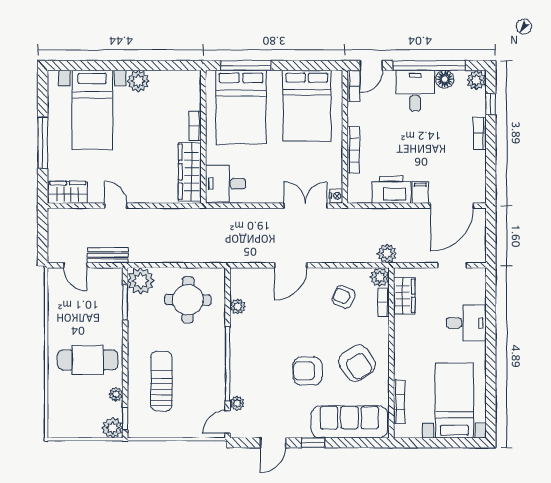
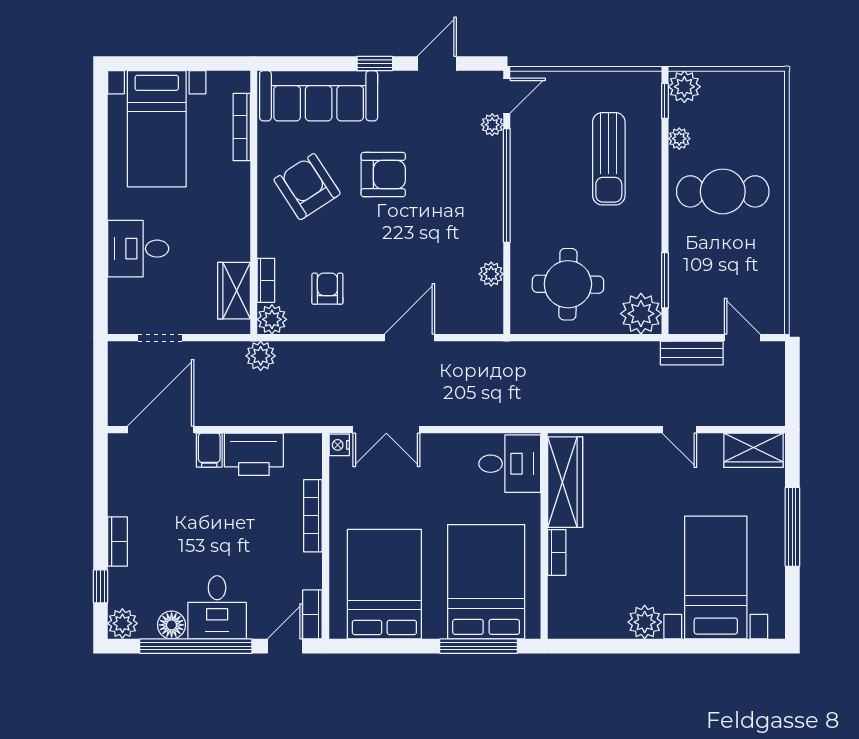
armchair: (344, 297) -> (327, 289), turned -114

